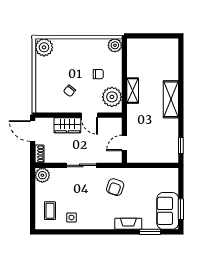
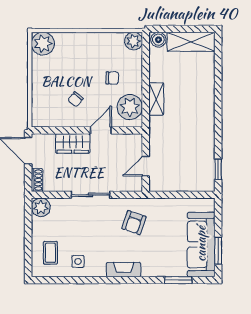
boiler: (134, 44) -> (158, 40), added
shelving: (171, 99) -> (191, 42), moved, turned 90
door: (89, 115) -> (101, 130), swing flipped
sofa: (168, 211) -> (201, 244), width x1.36
fireplace: (128, 224) -> (124, 270), moved

